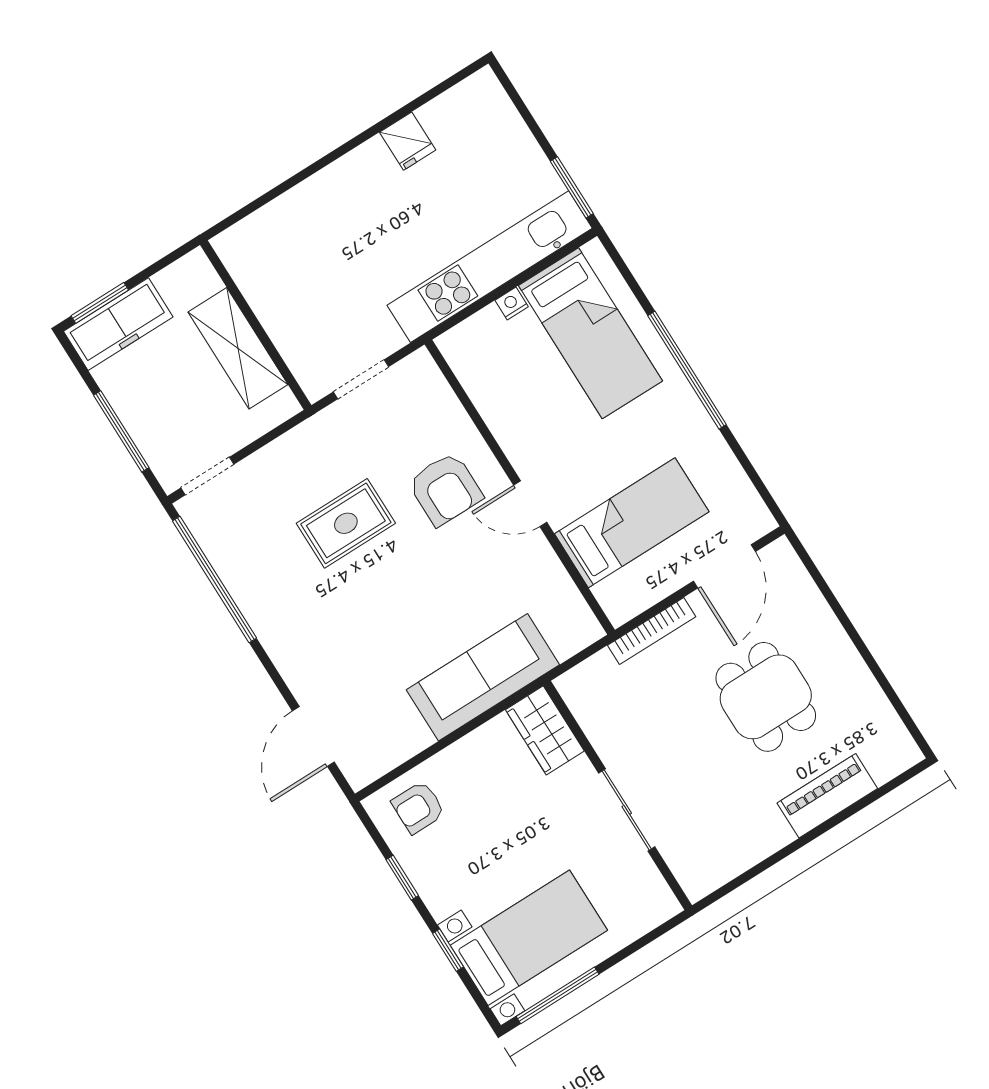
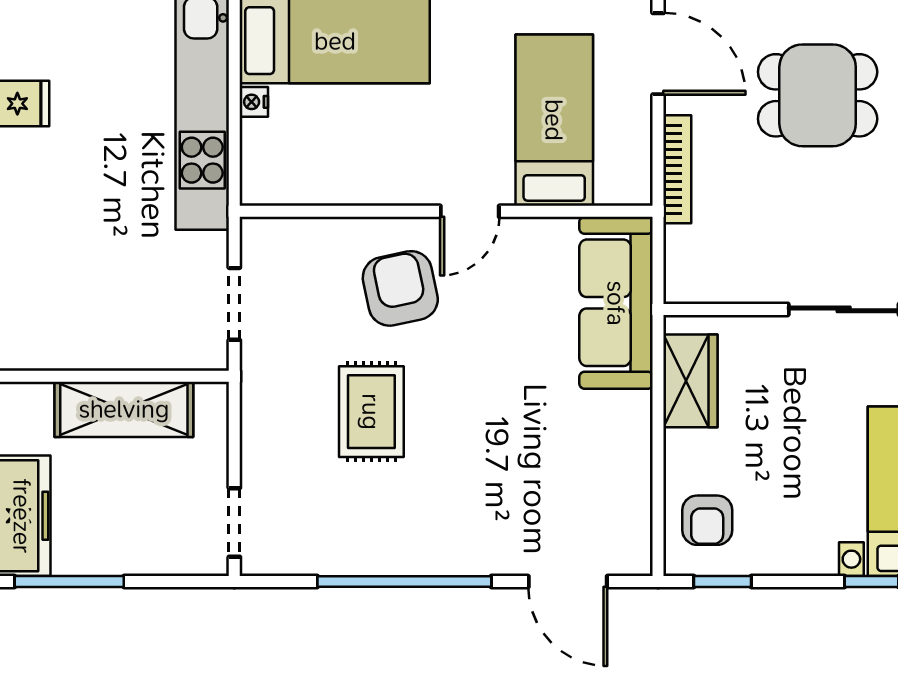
window: (121, 431) -> (69, 582), moved
armchair: (445, 489) -> (400, 288), turned -102
window: (215, 580) -> (404, 582), moved
sofa: (483, 677) -> (616, 303), moved
wardrobe: (545, 730) -> (690, 381), moved, turned -90
window: (402, 878) -> (723, 582), moved

